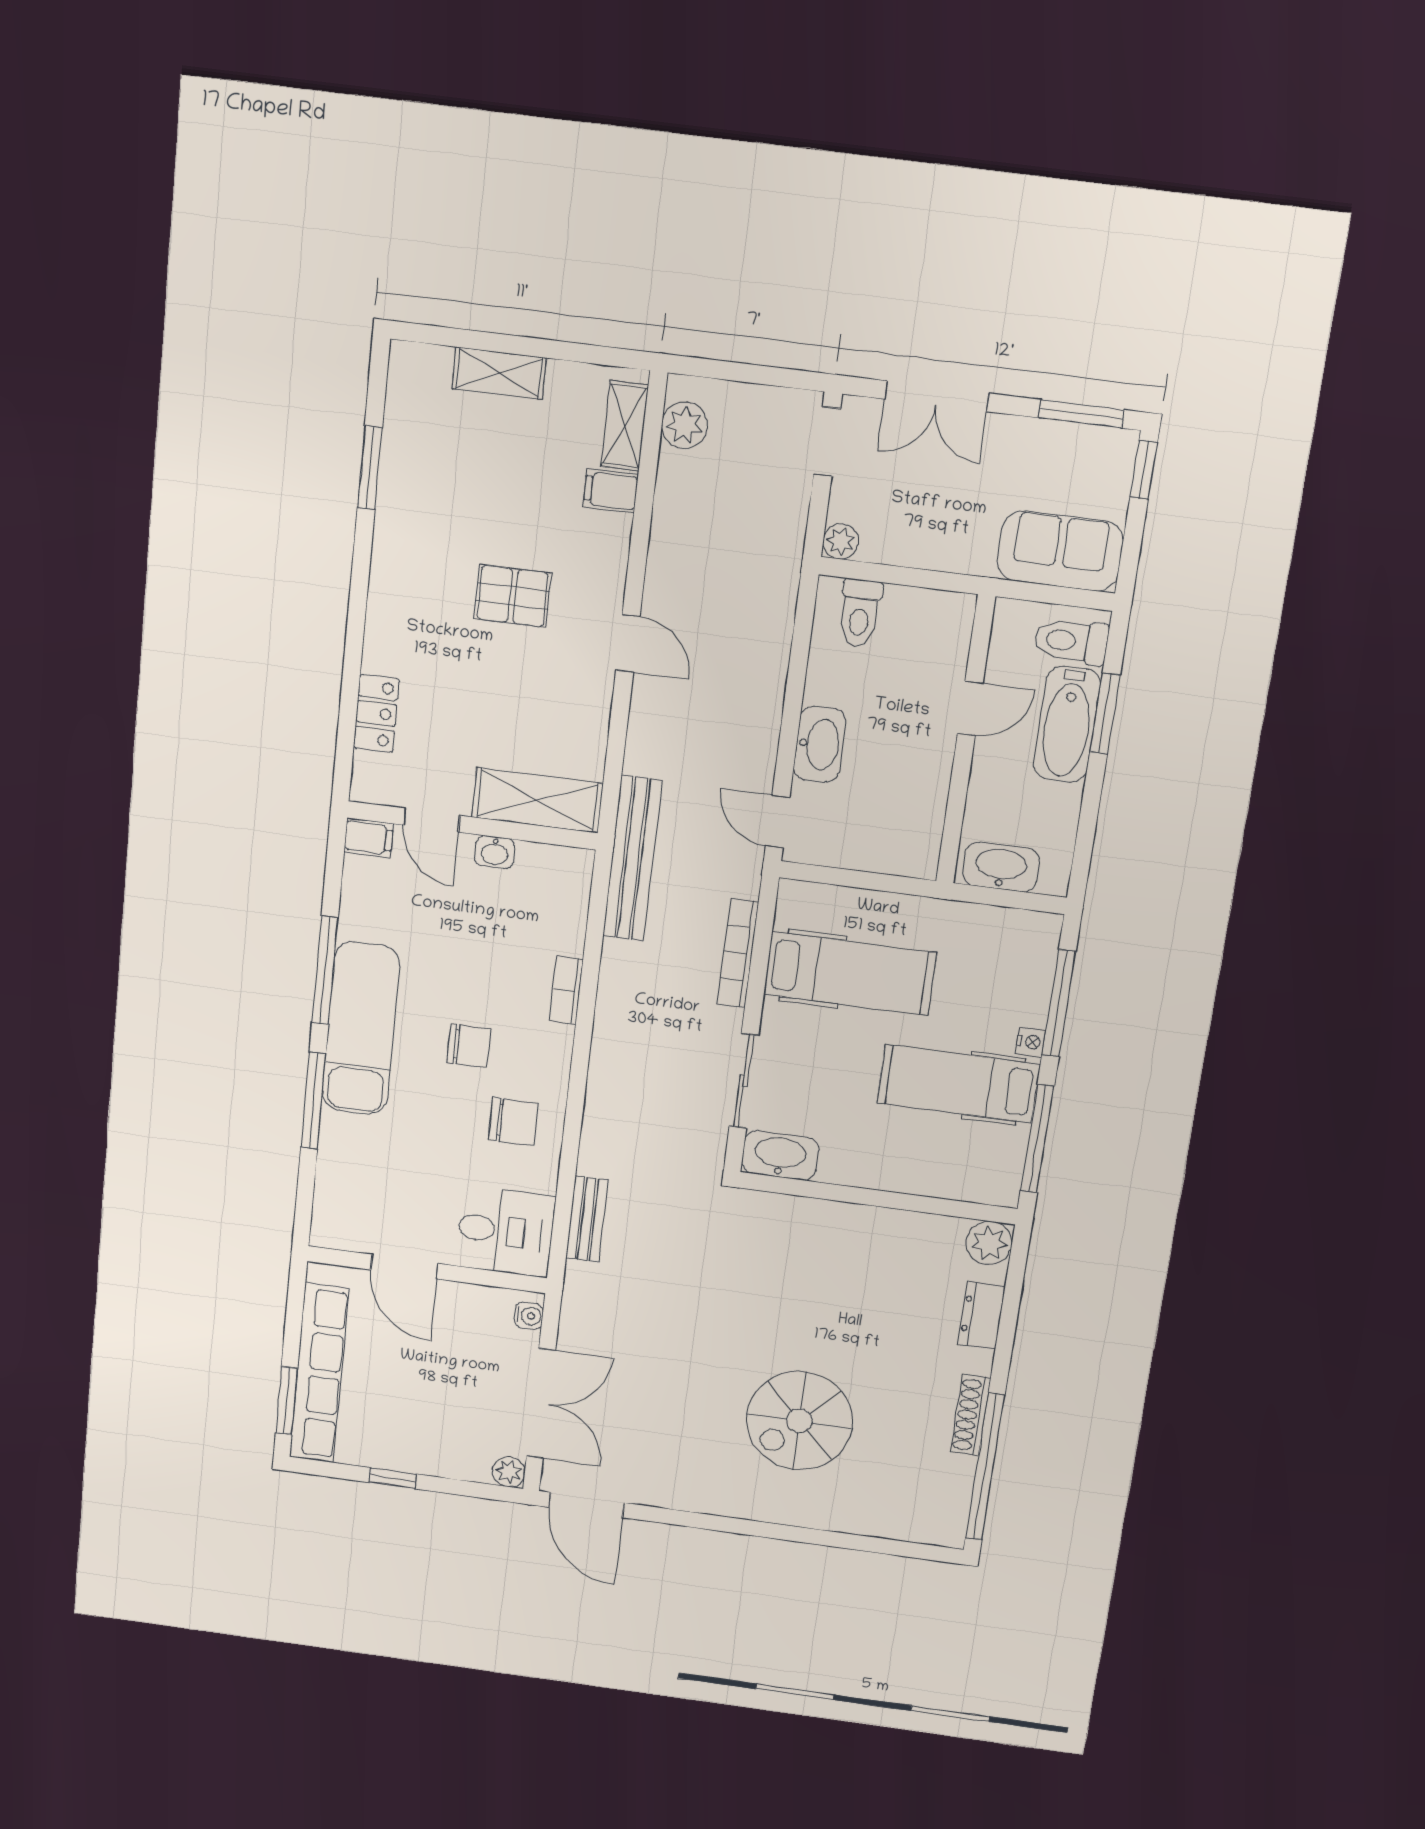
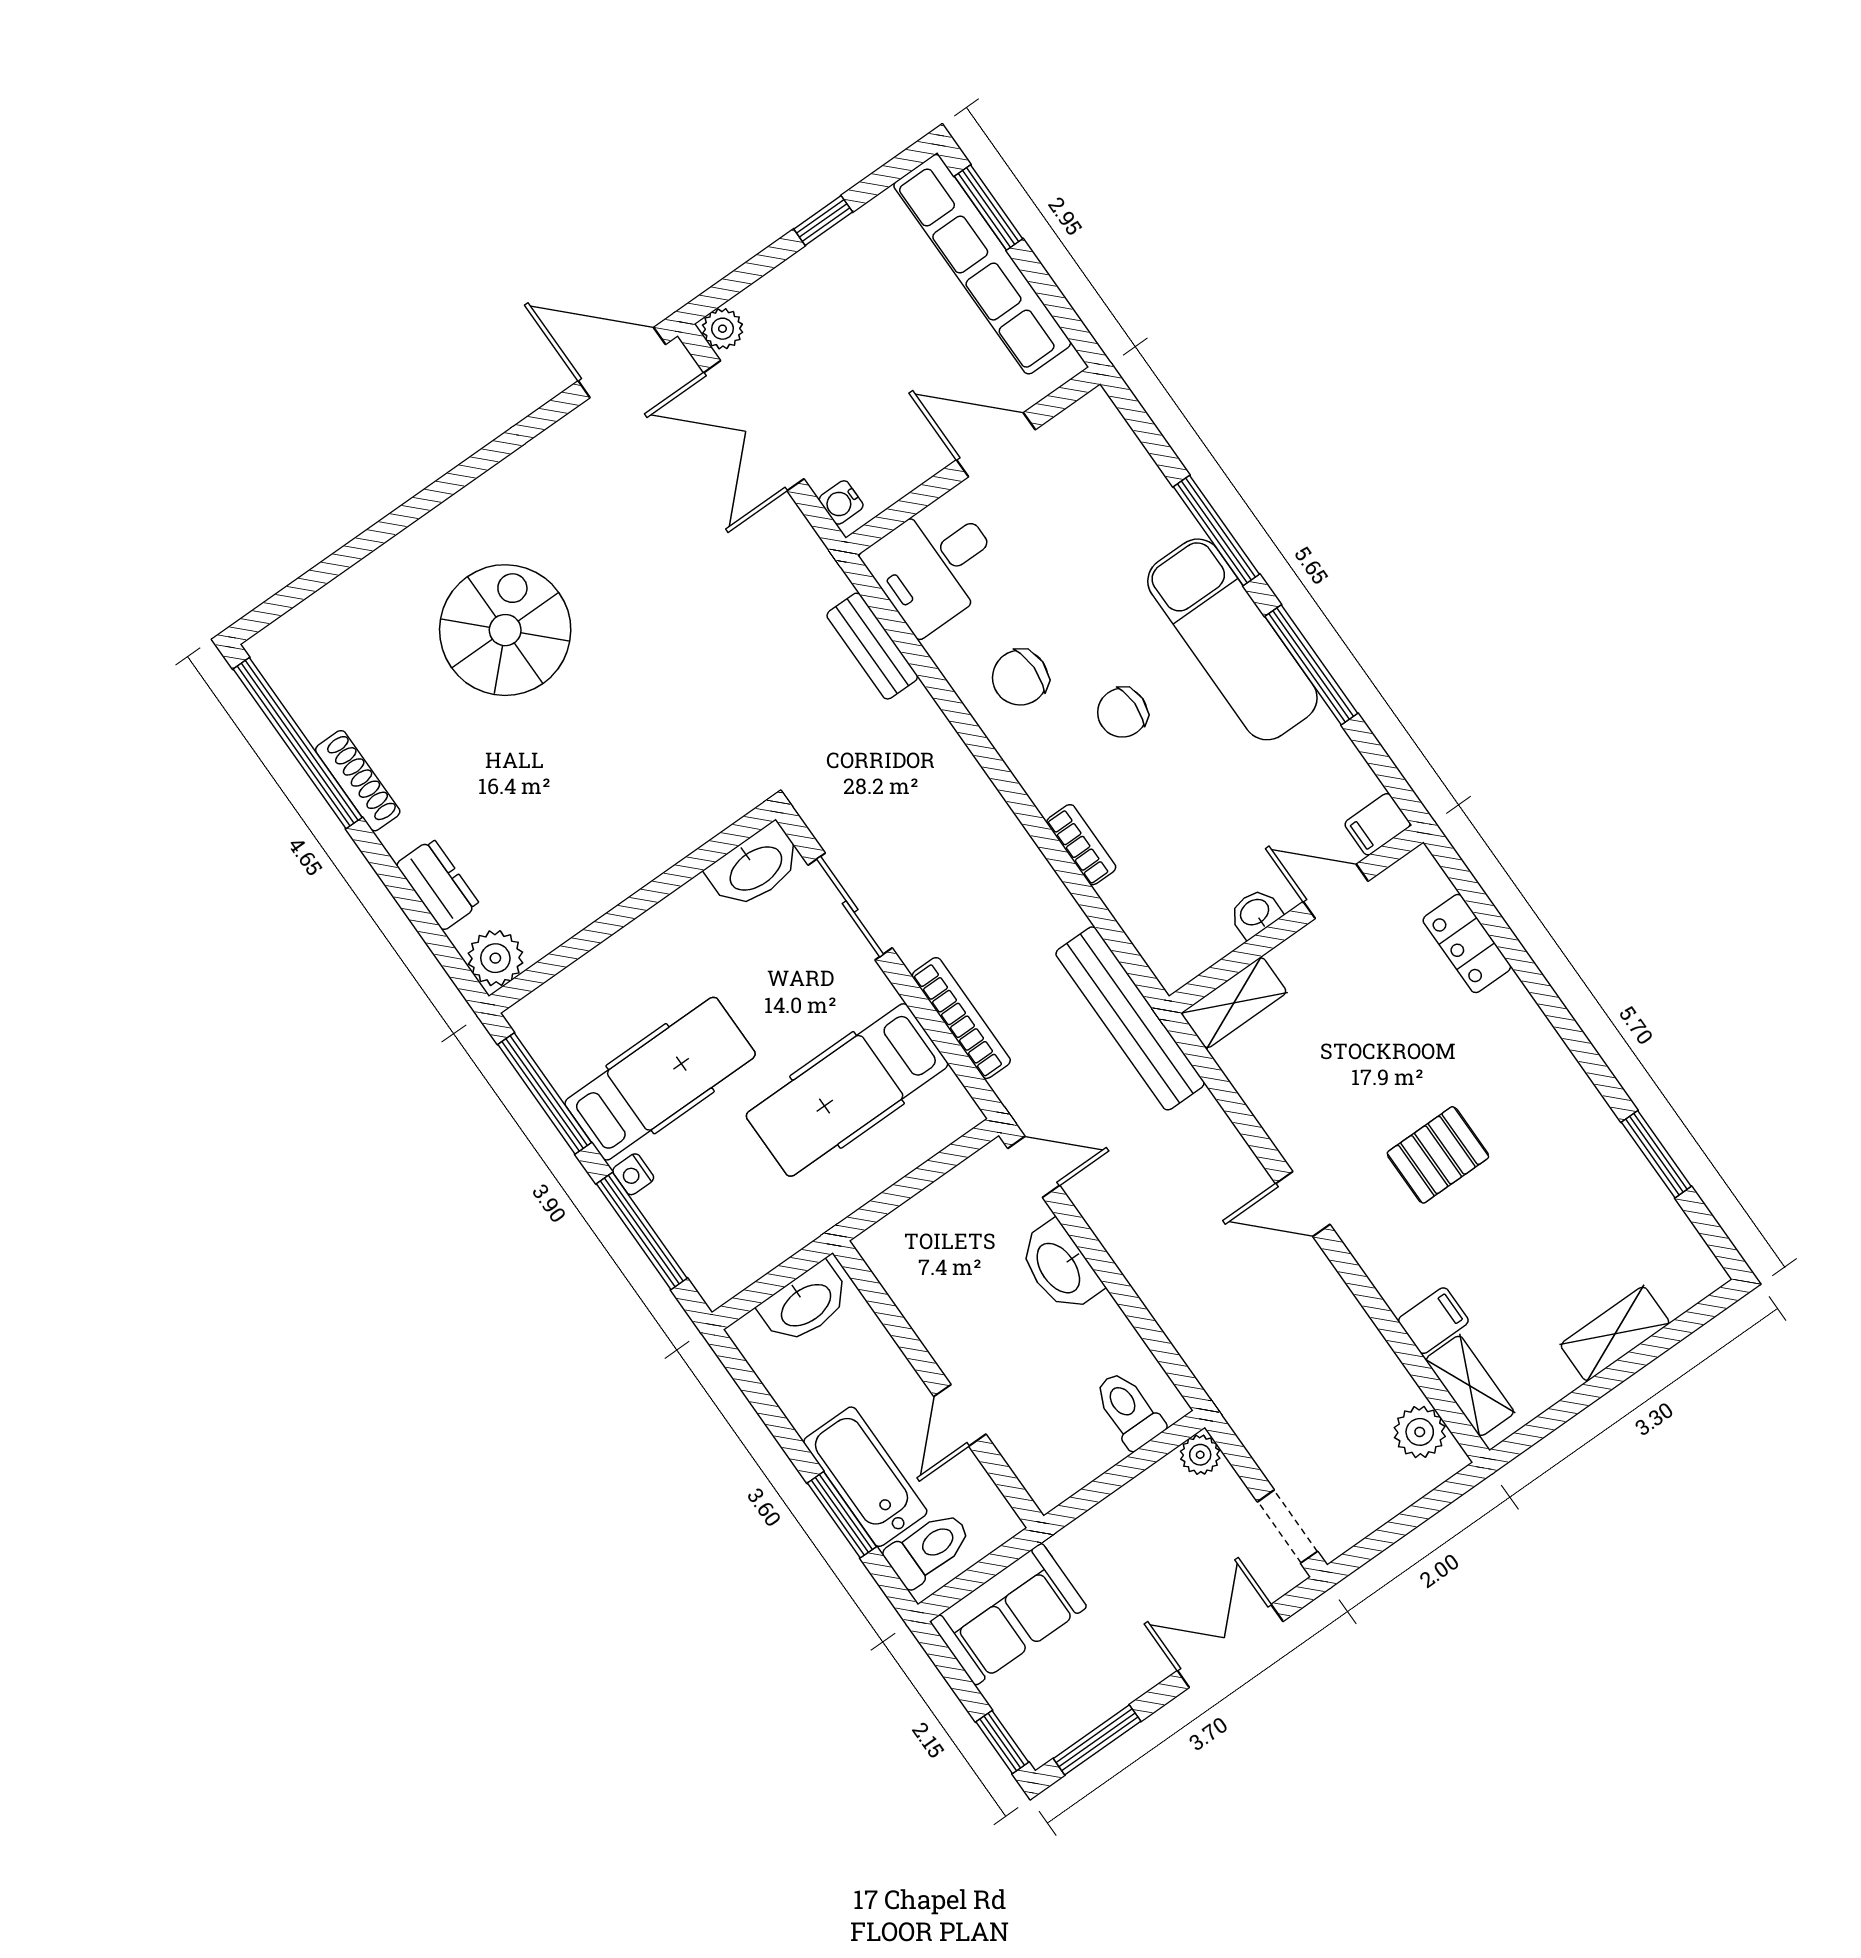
shelving: (537, 800) -> (1234, 1003), width x0.67, depth x0.75

